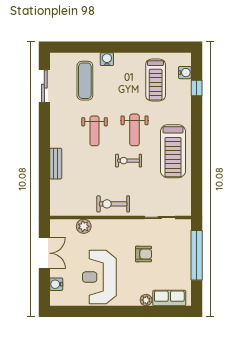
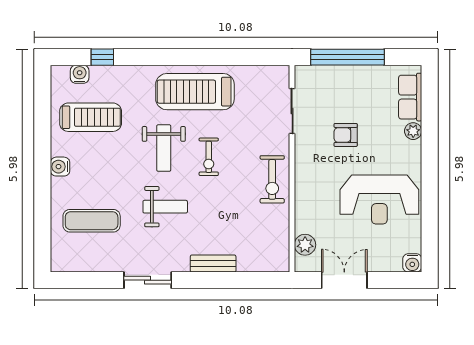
water cooler: (107, 59) -> (60, 167), moved
sliding door: (44, 86) -> (148, 280), moved
weight bench: (135, 130) -> (164, 148), turned 90
treadmill: (173, 151) -> (195, 92), turned 180
plant: (84, 226) -> (305, 245), moved
armchair: (143, 254) -> (346, 135), turned -90
water cooler: (56, 284) -> (412, 263), moved

